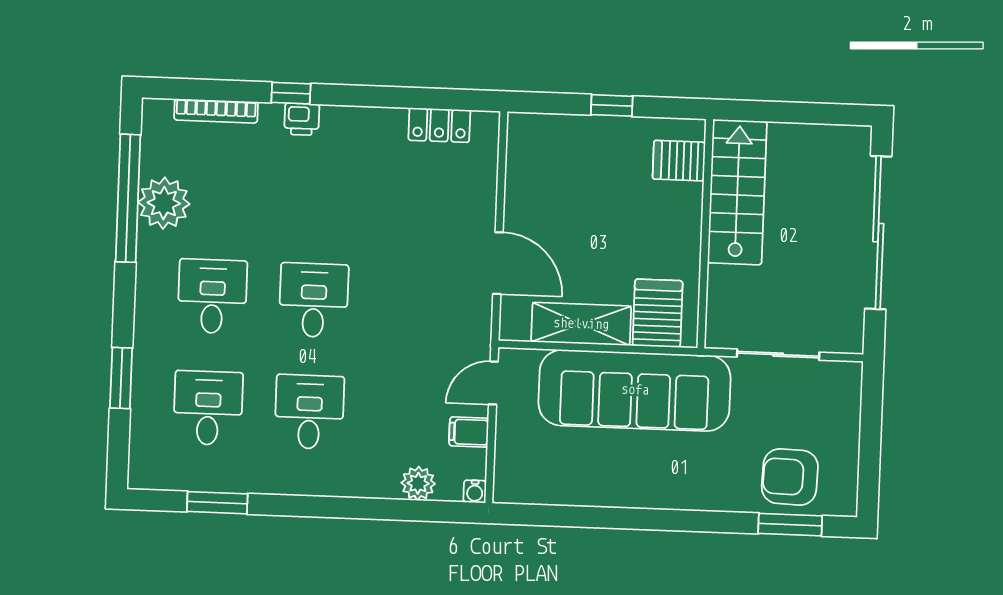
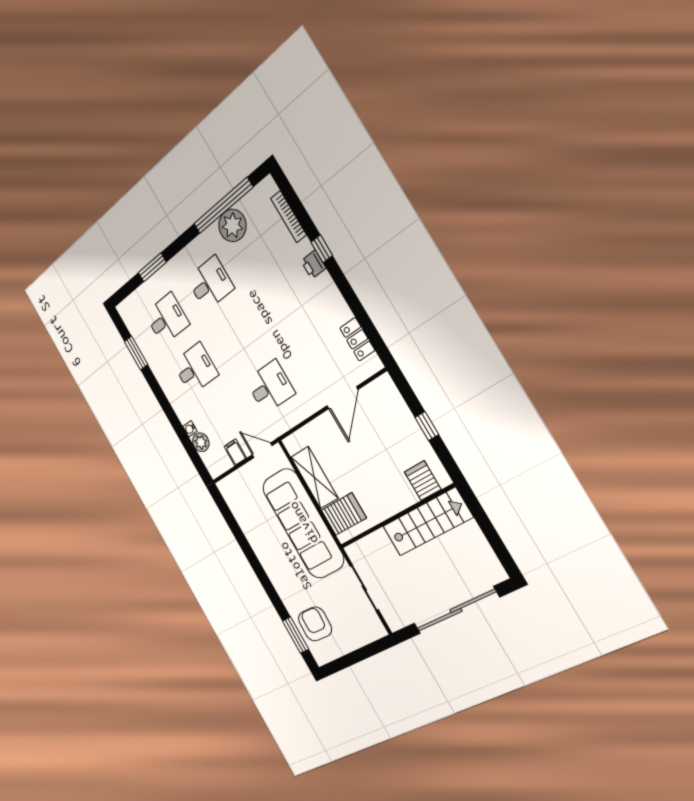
door: (498, 263) -> (342, 398), moved
desk: (314, 300) -> (270, 387), moved
water cooler: (475, 491) -> (190, 429), moved

